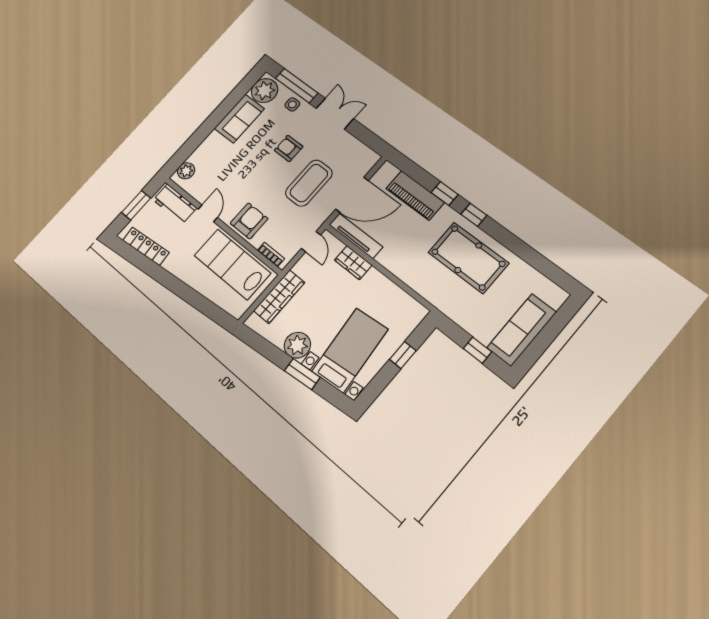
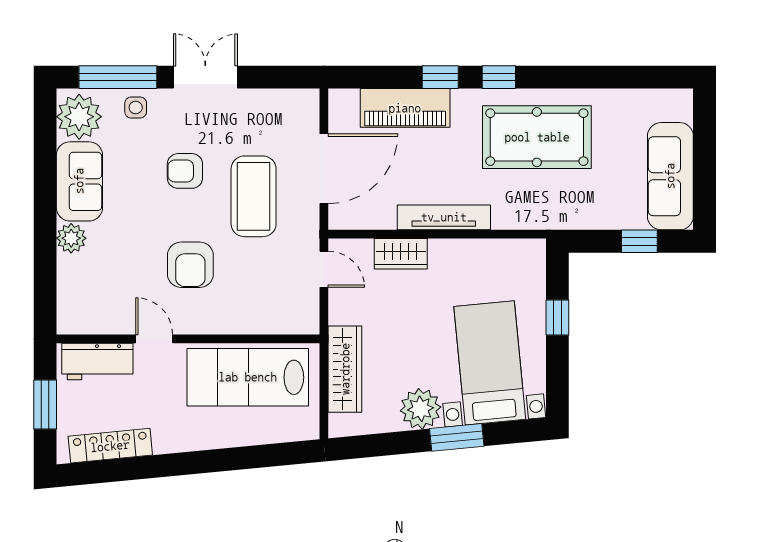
plant: (186, 171) -> (71, 238), moved
armchair: (249, 221) -> (190, 265), moved, turned 180
tv unit: (356, 236) -> (444, 217), moved
bookcase: (271, 255) -> (287, 326), removed

